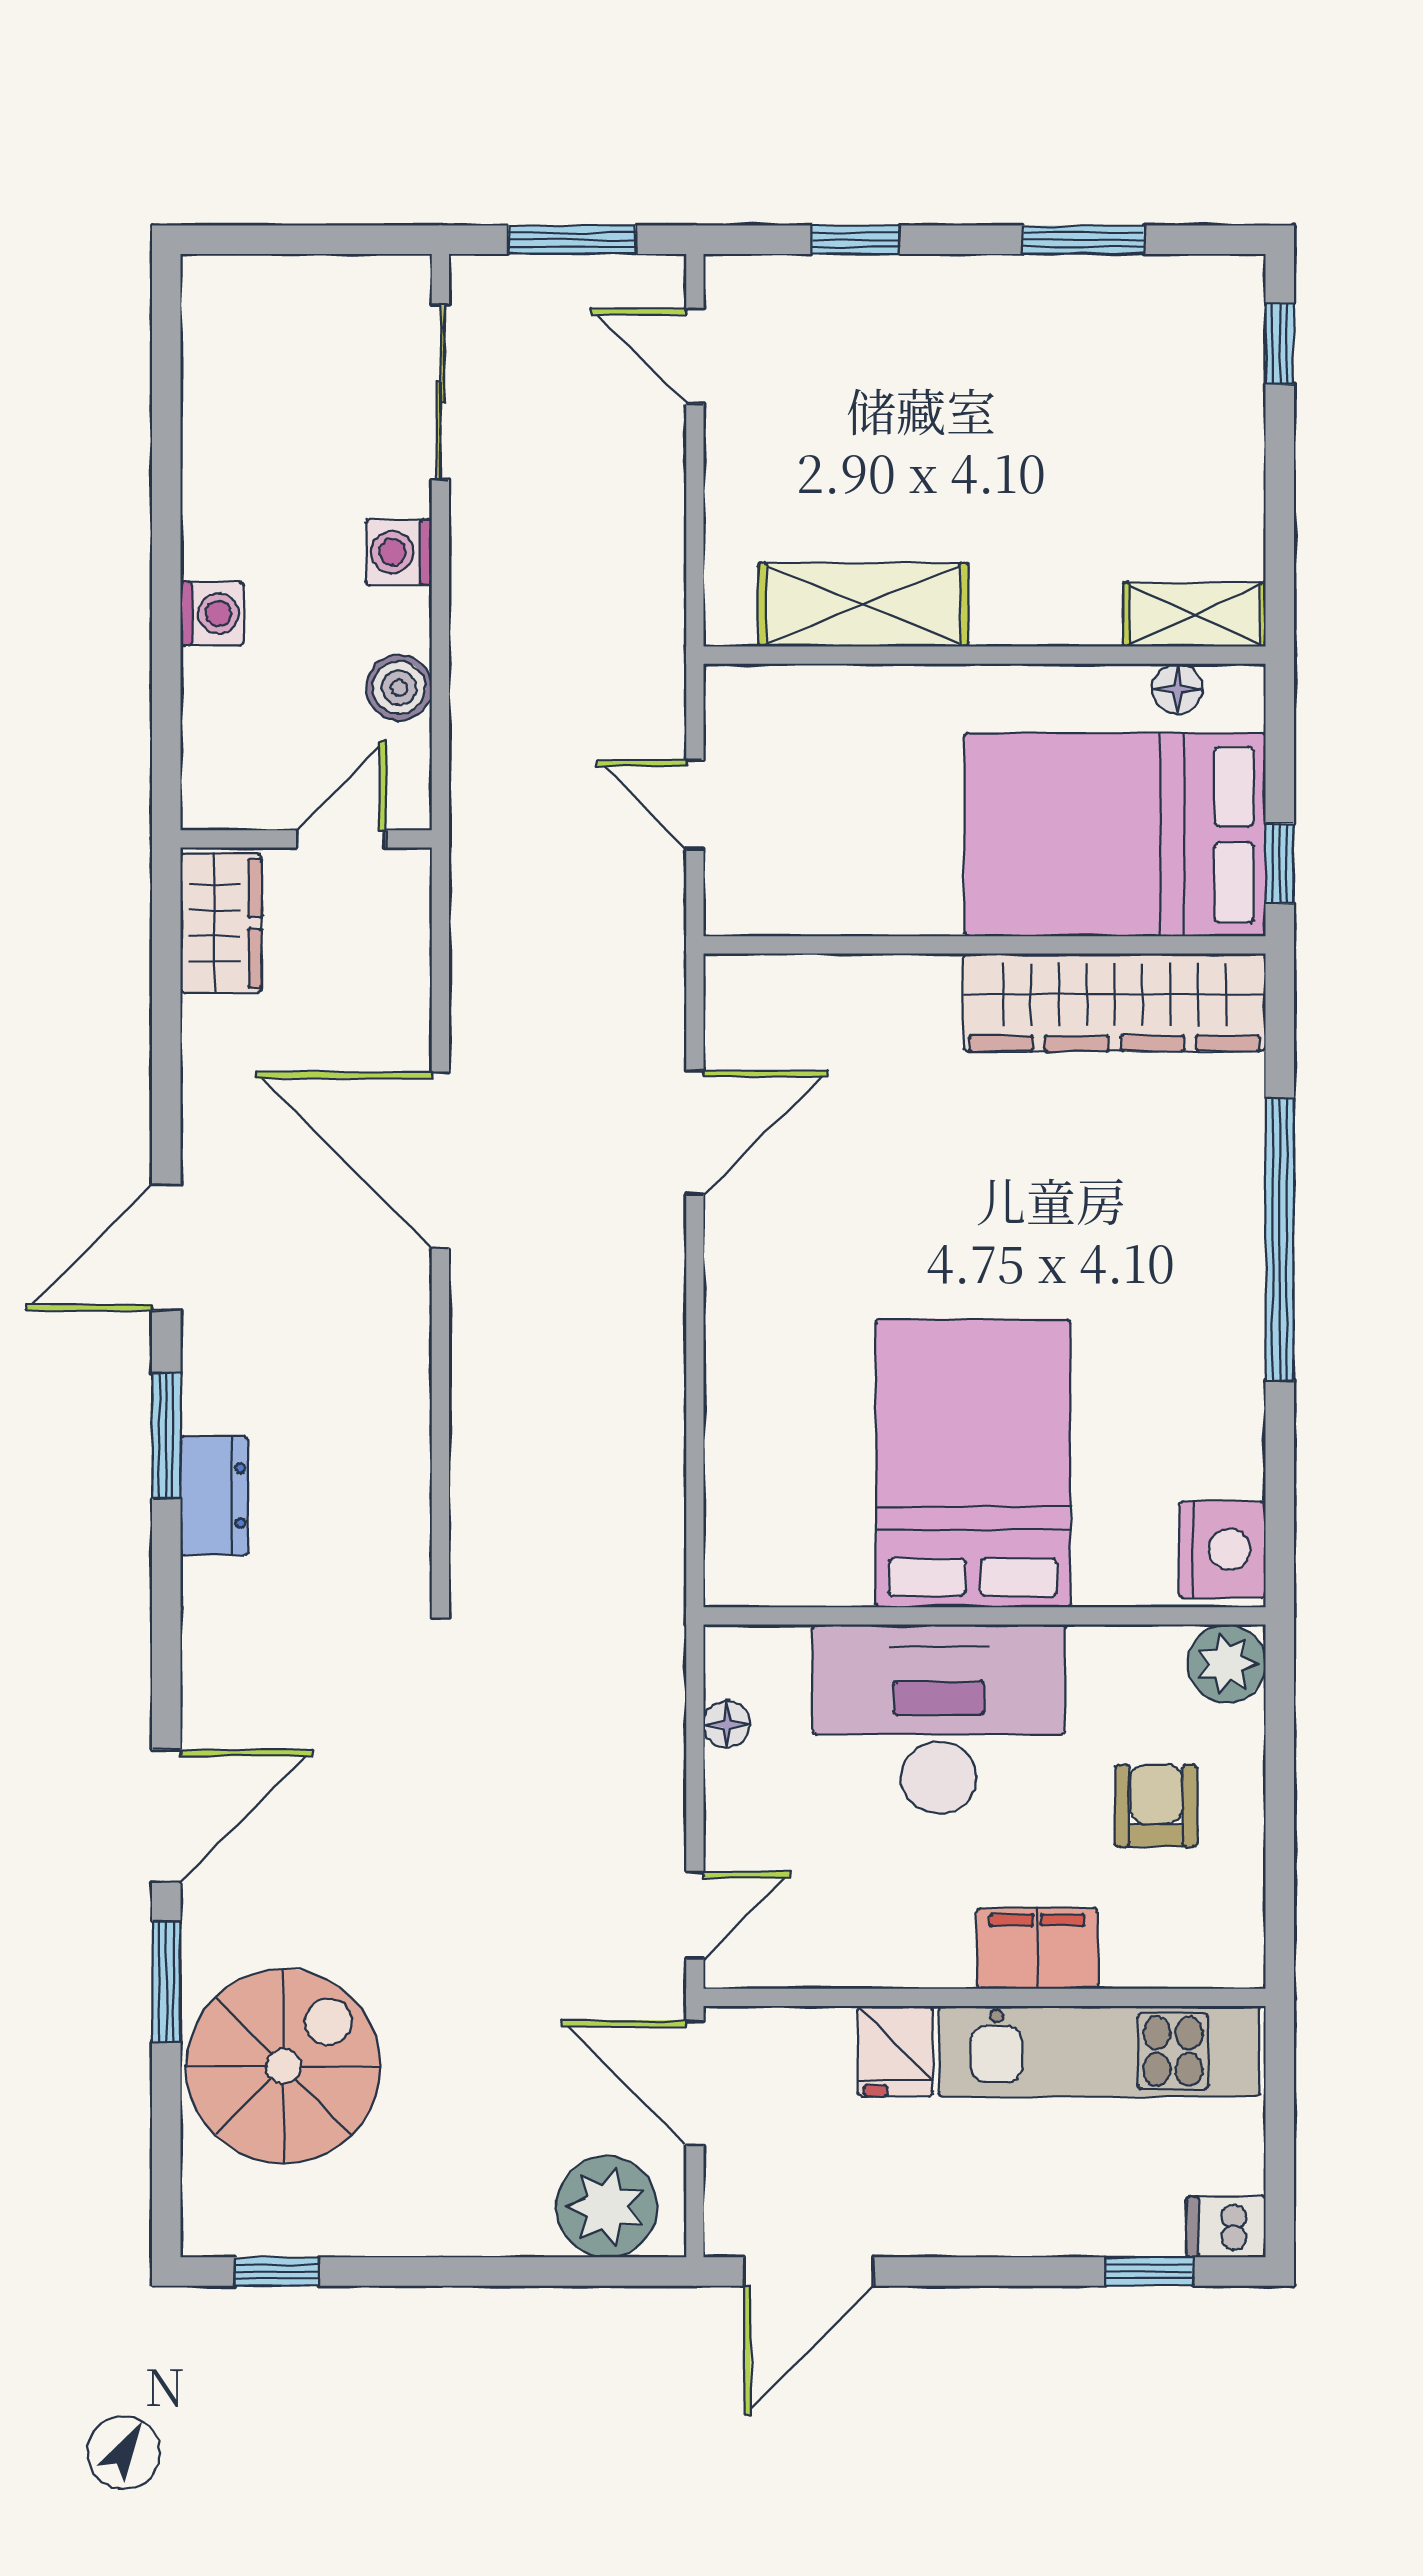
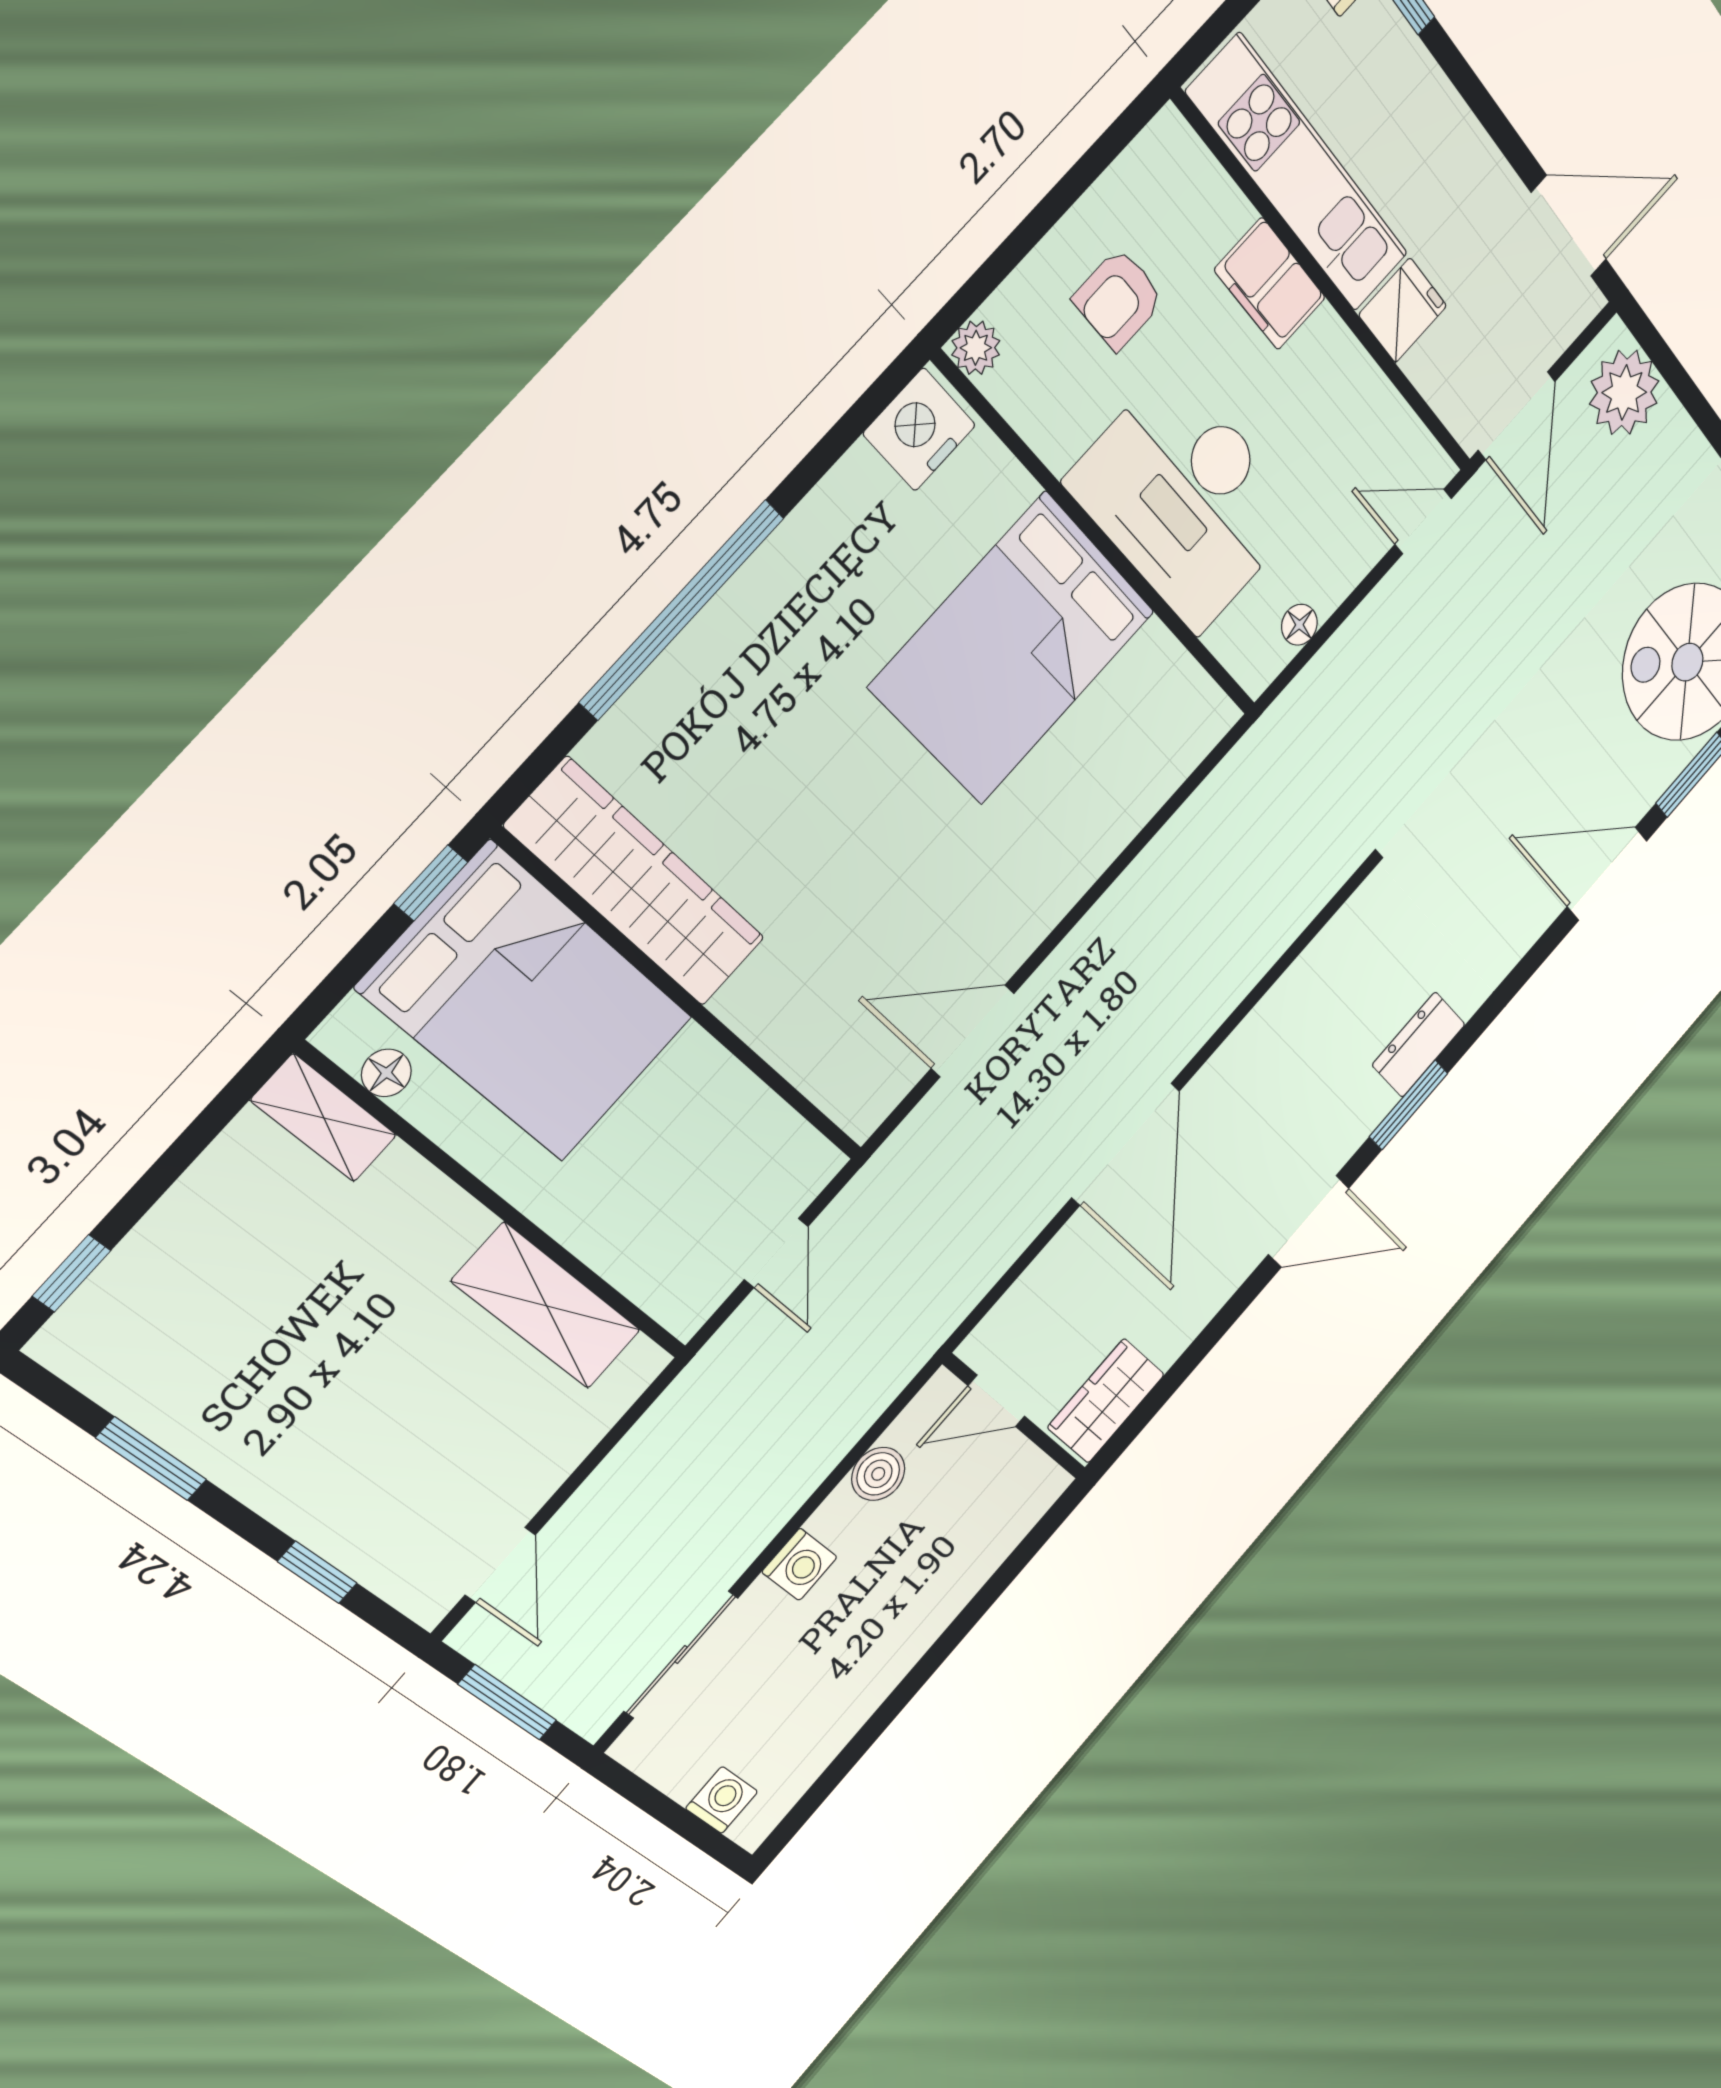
washing machine: (212, 614) -> (722, 1800), moved, turned 90
plant: (1227, 1664) -> (976, 348), width x0.73, depth x0.73

